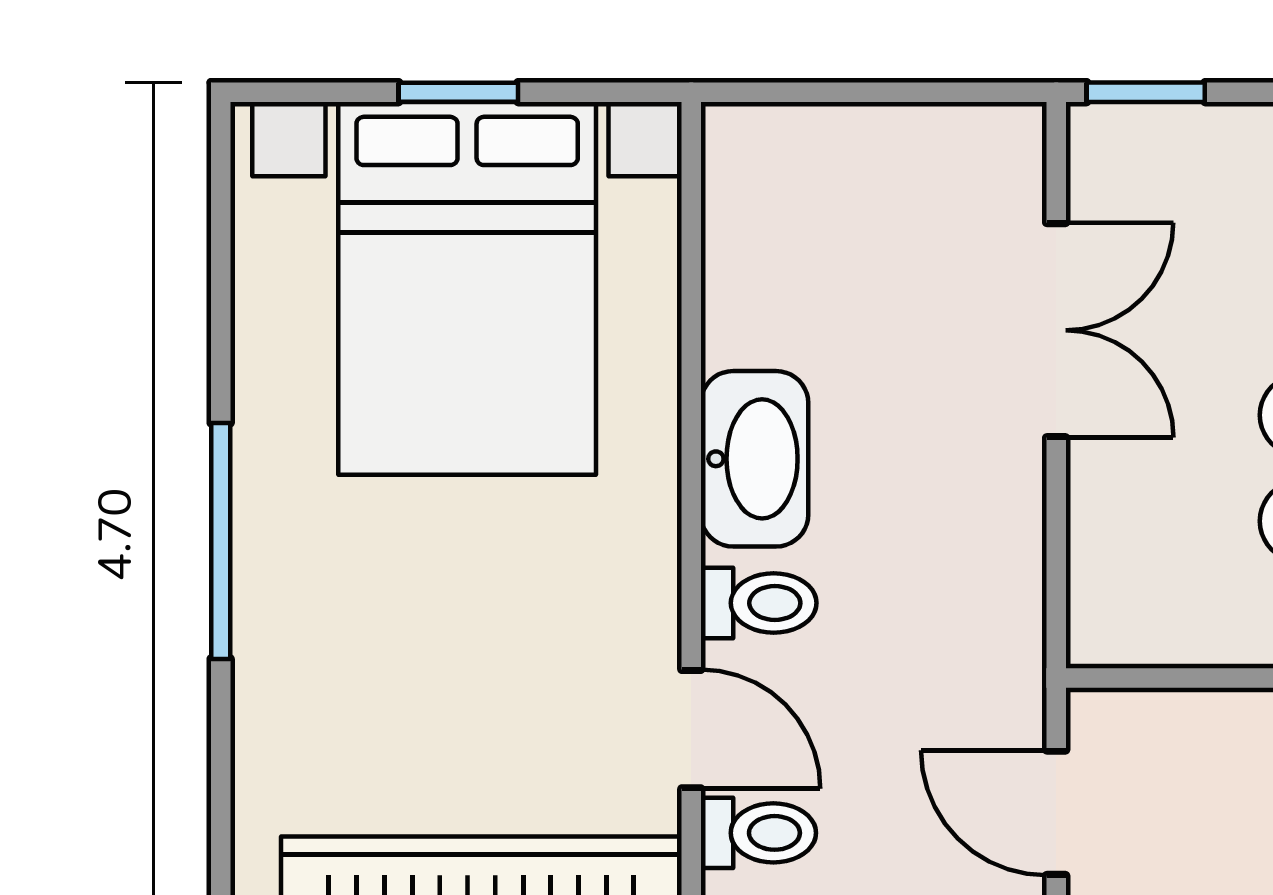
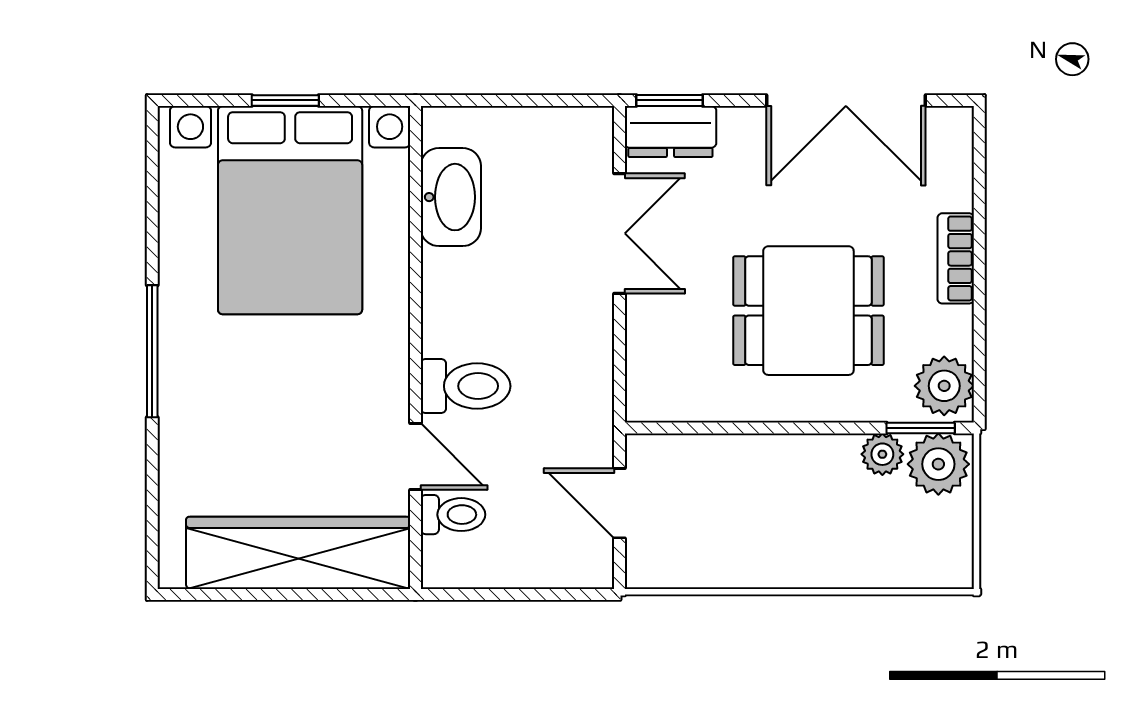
dresser: (1148, 148) -> (670, 131), added
washbasin: (755, 459) -> (451, 197), moved
toilet: (759, 603) -> (466, 386), width x1.37, depth x1.39

